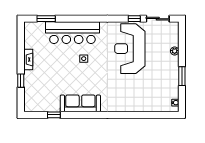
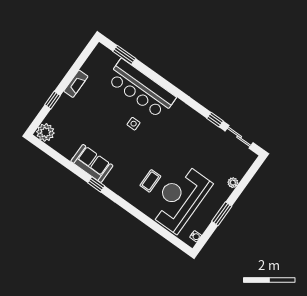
reception desk: (130, 49) -> (180, 198), moved
coffee table: (121, 88) -> (150, 181), added
sofa: (80, 103) -> (92, 163), width x0.73
plant: (31, 105) -> (45, 132), added
window: (54, 115) -> (96, 184), moved

